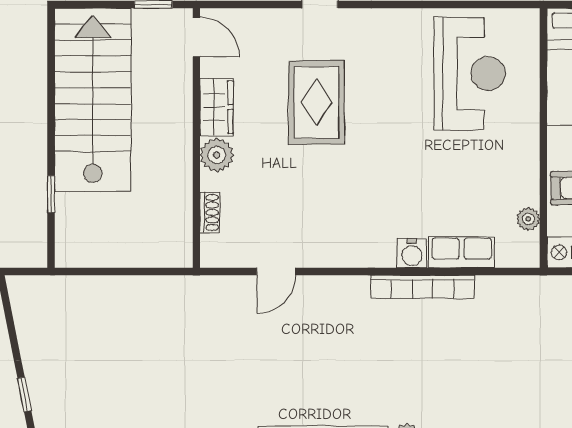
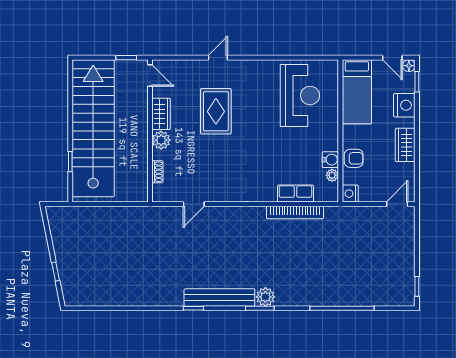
stairs: (93, 100) -> (93, 128), width x1.36
water cooler: (412, 253) -> (330, 160), moved, turned -90
bookcase: (422, 287) -> (295, 212), moved

